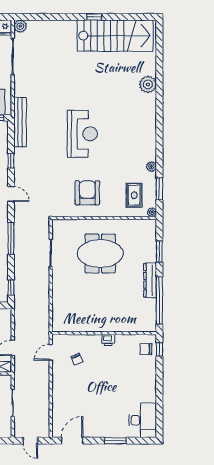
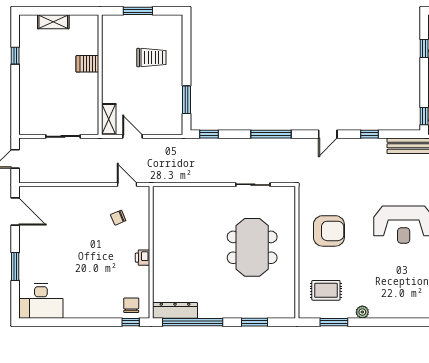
plant: (152, 212) -> (304, 313), removed
dresser: (150, 280) -> (175, 310), moved

